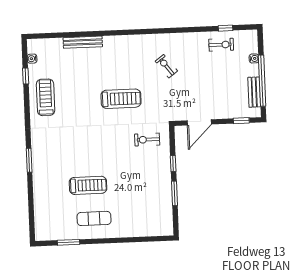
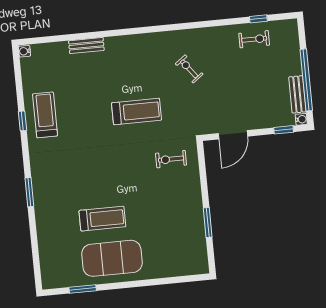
bench: (83, 42) -> (86, 46), width x0.73
water cooler: (254, 58) -> (301, 119), moved
water cooler: (32, 59) -> (24, 51), moved
window: (26, 76) -> (22, 121), moved
window: (173, 163) -> (204, 186), removed
exercise mat: (94, 218) -> (112, 258), width x2.00, depth x1.45

